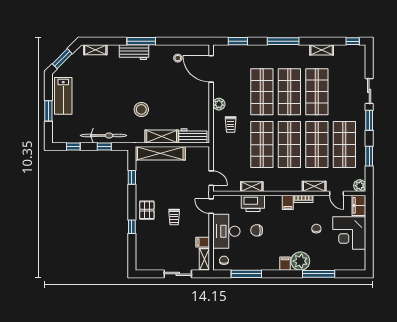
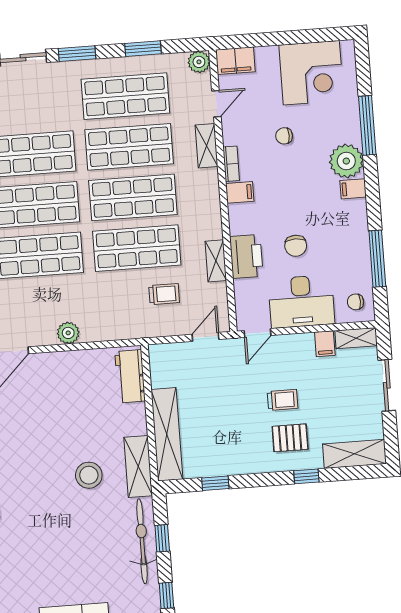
trolley: (231, 124) -> (164, 294), moved
shelving: (162, 136) -> (138, 467), moved
pallet: (147, 210) -> (290, 438), moved
corner desk: (349, 233) -> (311, 73), moved
shelving: (142, 254) -> (354, 454), added

